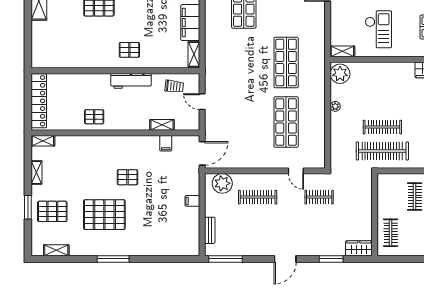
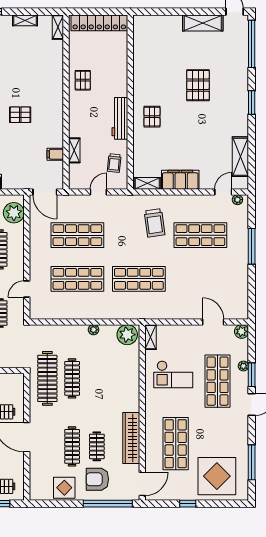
trolley: (232, 47) -> (155, 223), added
shop shelf: (244, 122) -> (77, 235), added
pallet: (127, 177) -> (20, 115), turned 90

